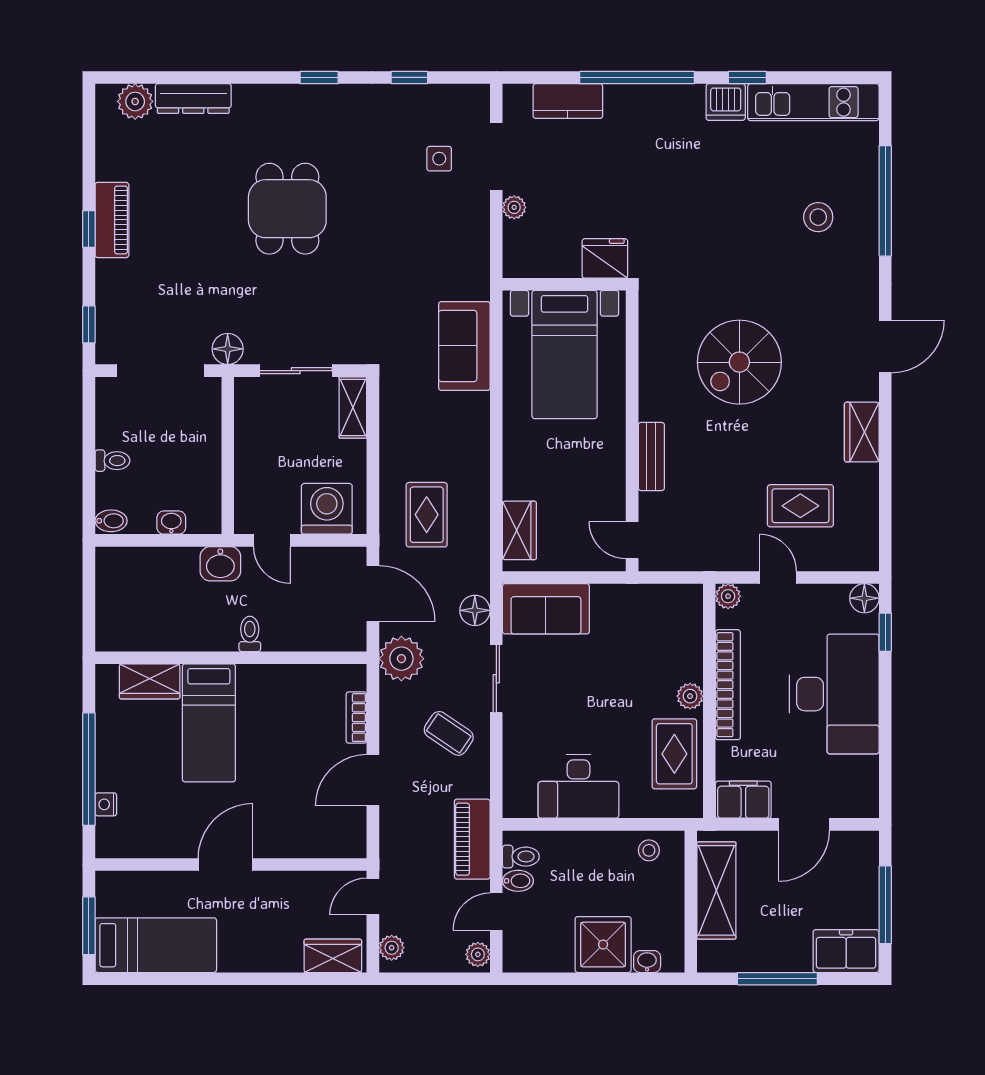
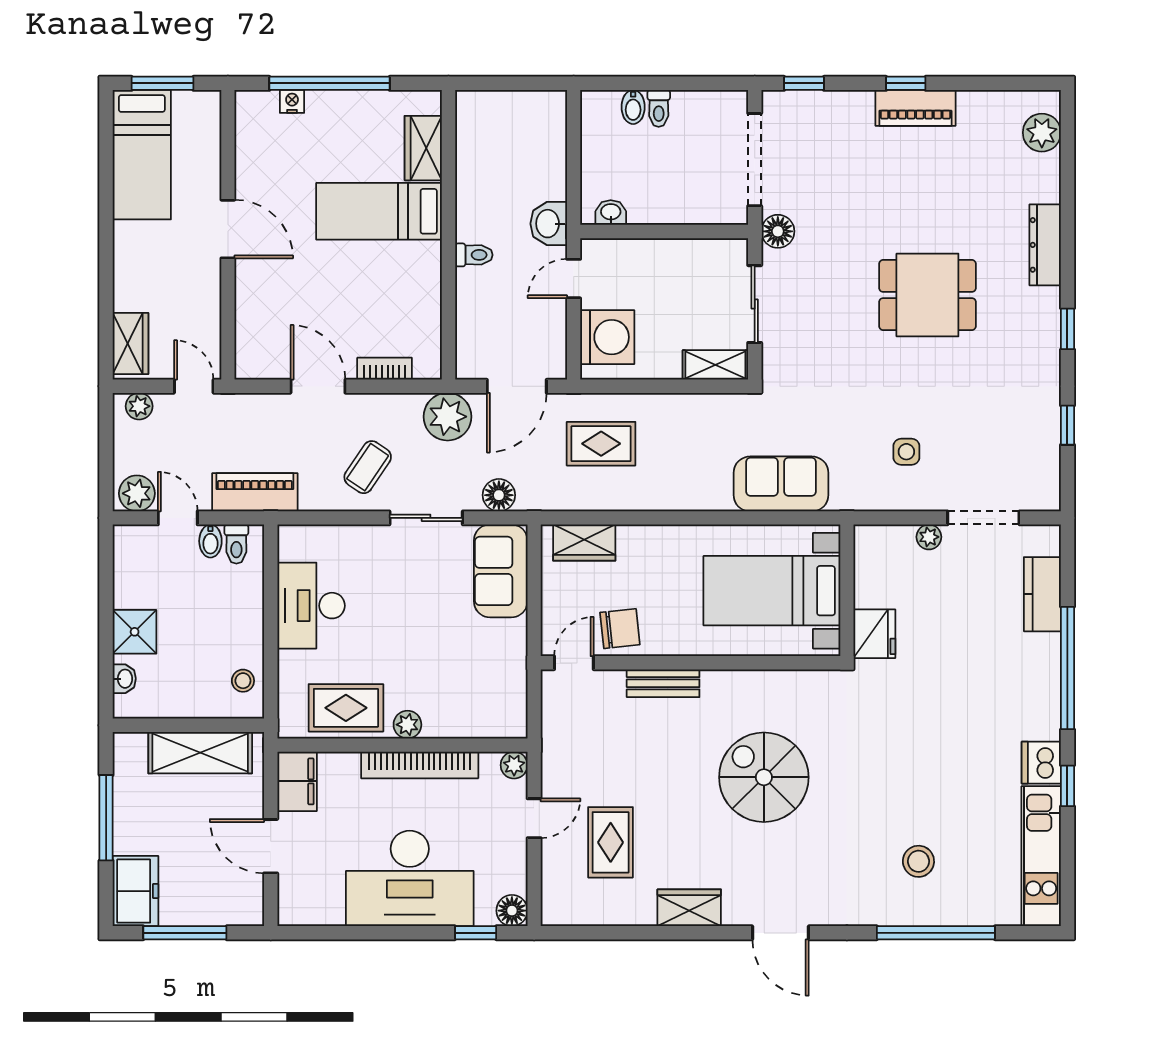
dresser: (193, 98) -> (1045, 245), moved
side table: (439, 159) -> (906, 452), moved
chair: (600, 497) -> (620, 629), added
bidet: (111, 521) -> (633, 107), moved
washbasin: (171, 523) -> (611, 212), moved, turned -90
shower: (603, 945) -> (135, 632), width x0.73, depth x0.73
plant: (478, 954) -> (137, 493), width x1.38, depth x1.38

